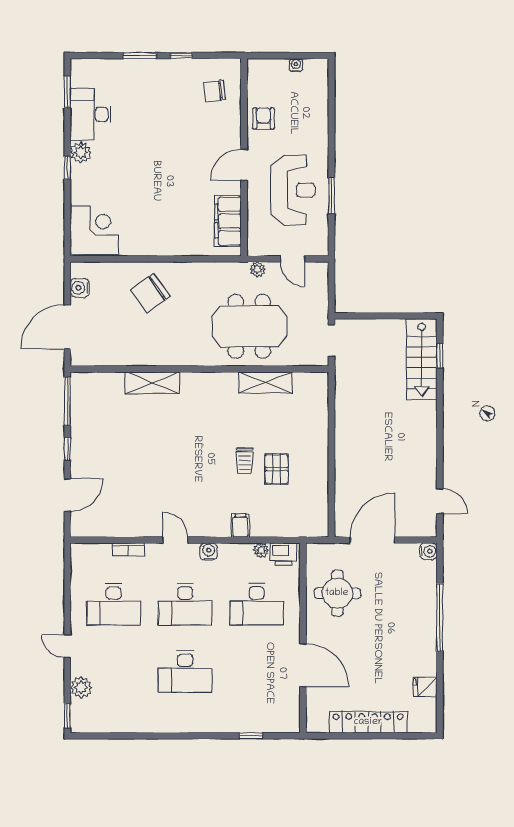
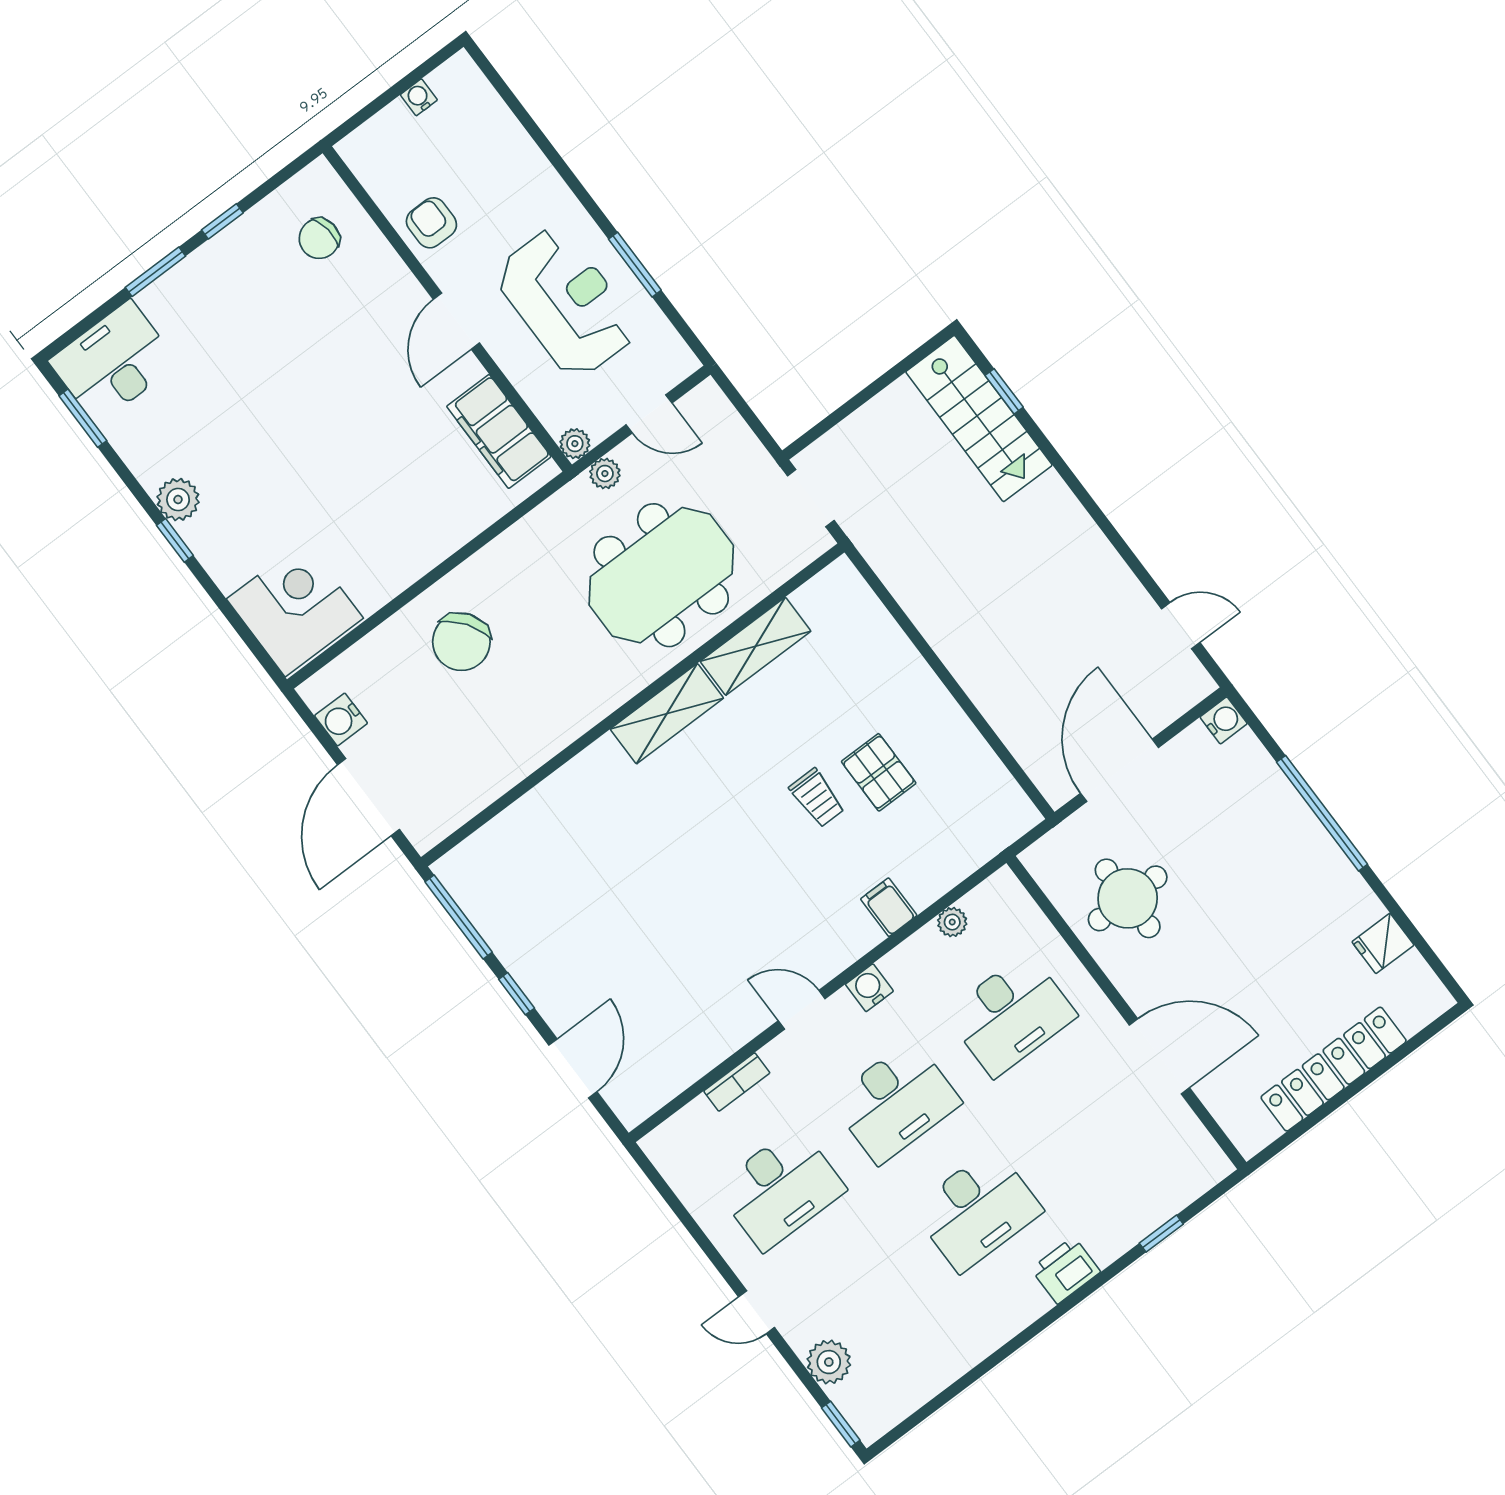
desk: (91, 114) -> (113, 362), moved, turned 90
plant: (254, 249) -> (575, 444), added
shelving: (152, 383) -> (667, 714), moved
printer: (283, 554) -> (1066, 1270), moved, turned 180

